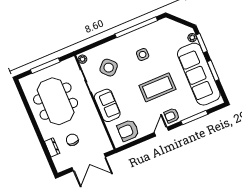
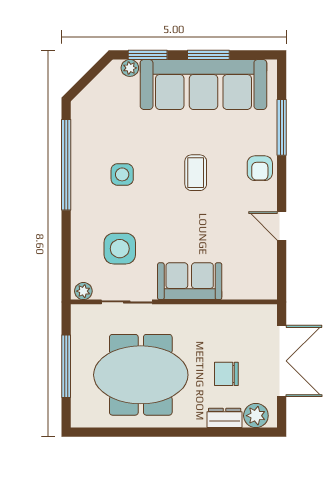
side table: (109, 68) -> (120, 249), turned 45
coffee table: (157, 87) -> (196, 173), width x0.54, depth x0.58
armchair: (128, 130) -> (253, 262), removed
door: (161, 132) -> (282, 226), moved
plant: (59, 161) -> (256, 416), added

